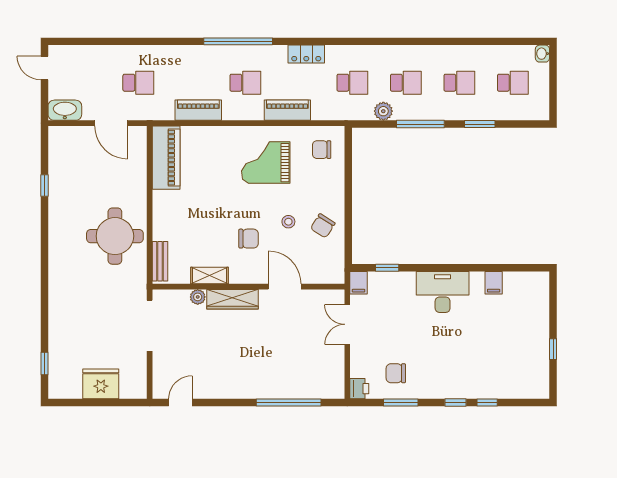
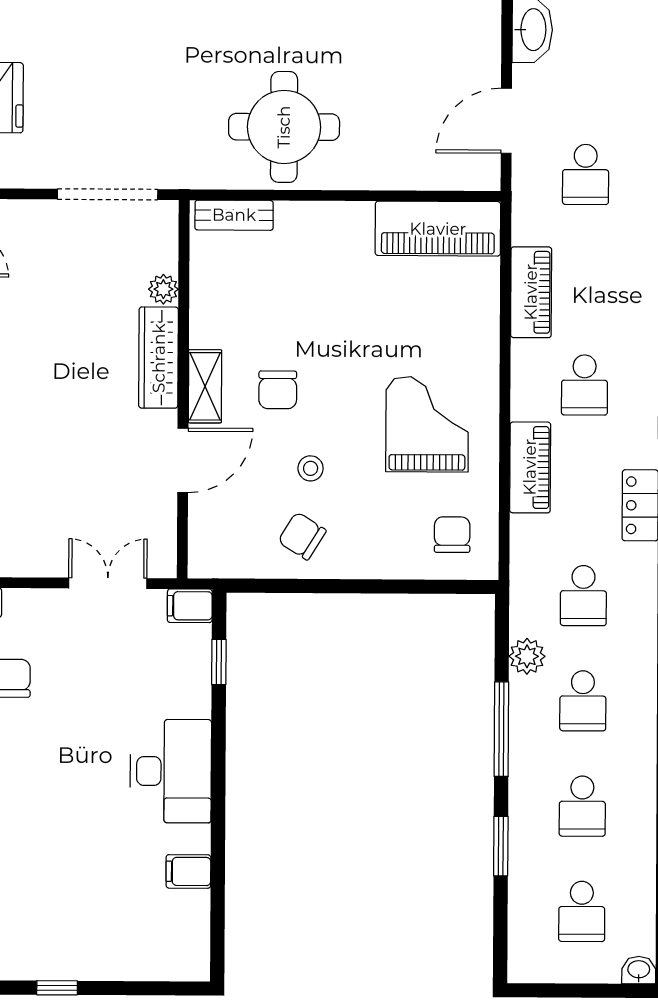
shelving: (210, 276) -> (205, 386), moved

